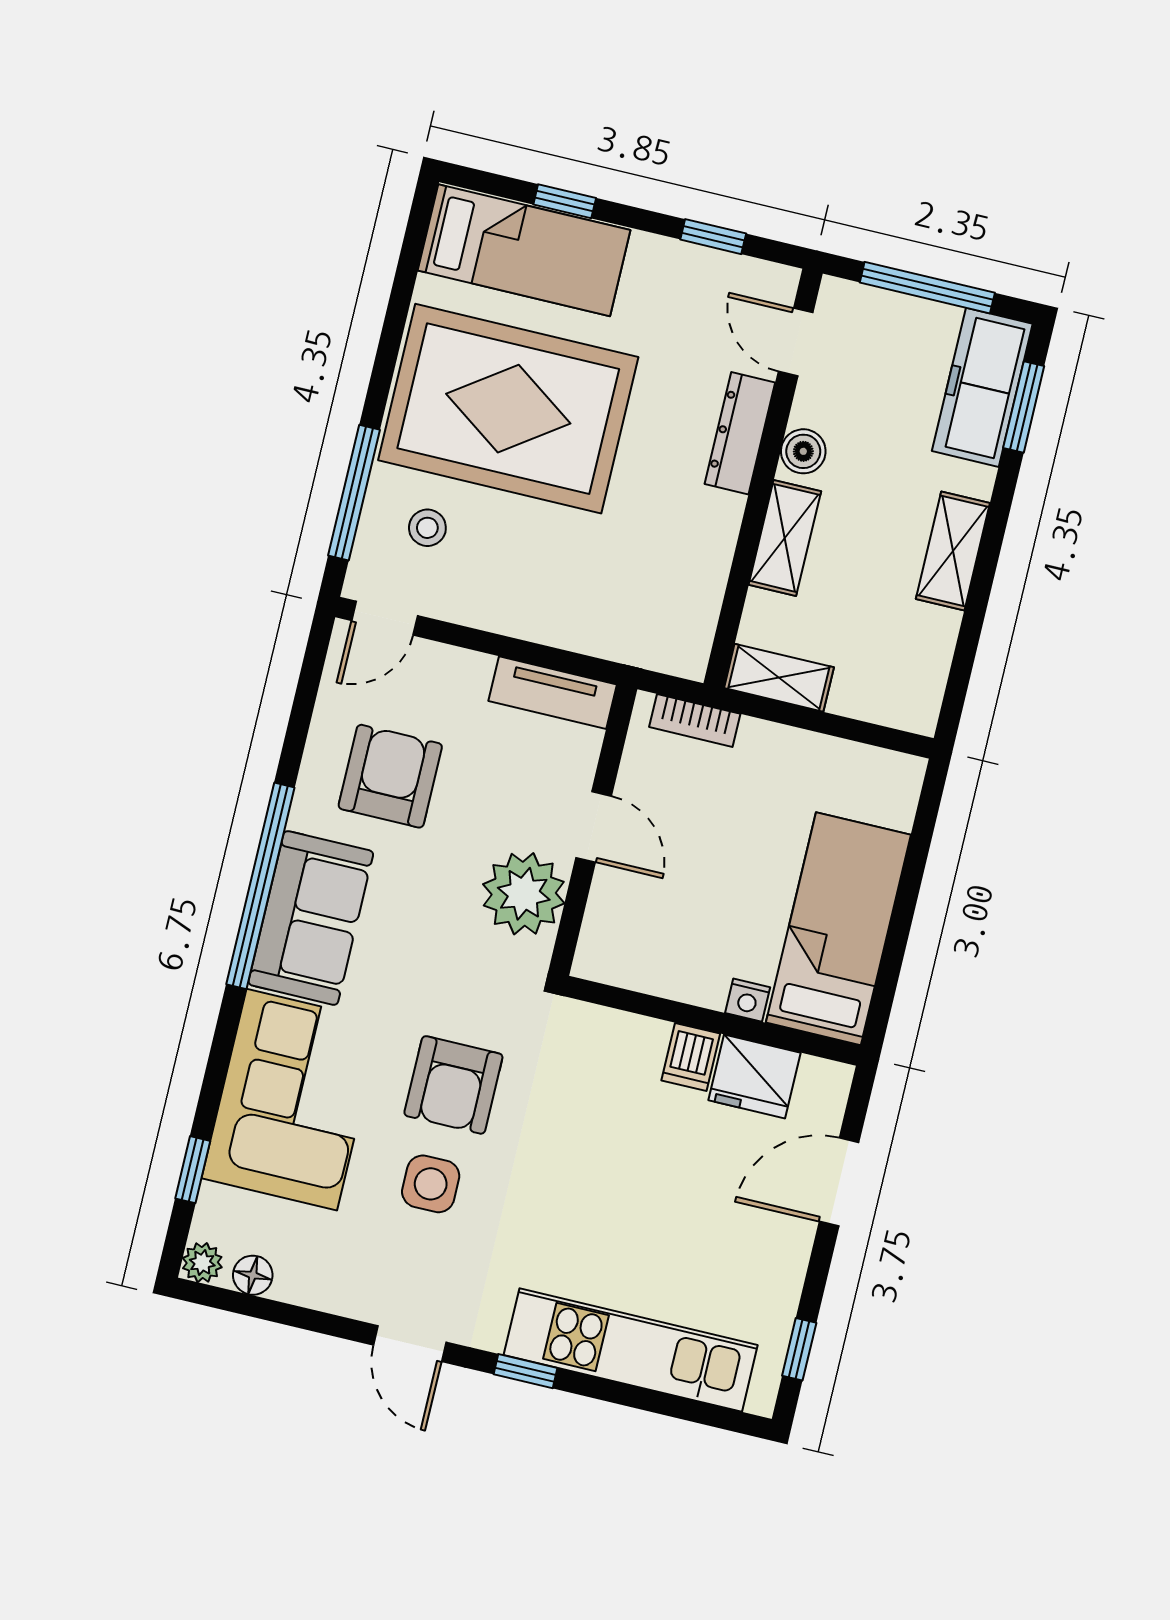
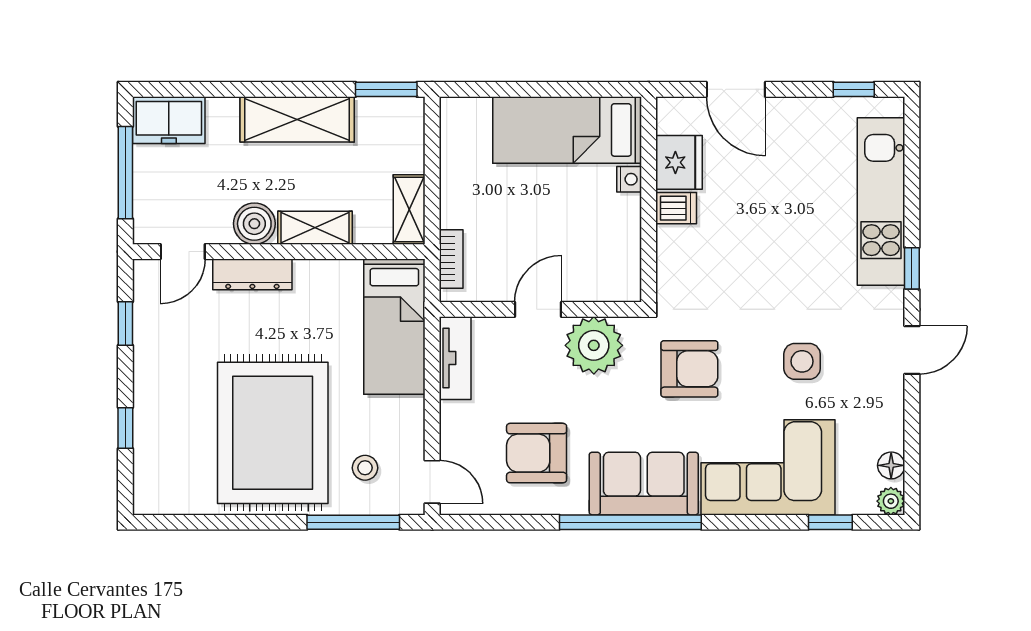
bed: (524, 250) -> (394, 327), moved, turned 180
freezer: (982, 387) -> (169, 120), width x0.71
window: (1024, 407) -> (386, 89), moved
boiler: (803, 451) -> (254, 224), width x1.36, depth x1.36
shelving: (953, 551) -> (297, 119), width x1.50, depth x1.33
armchair: (453, 1085) -> (689, 369), moved

